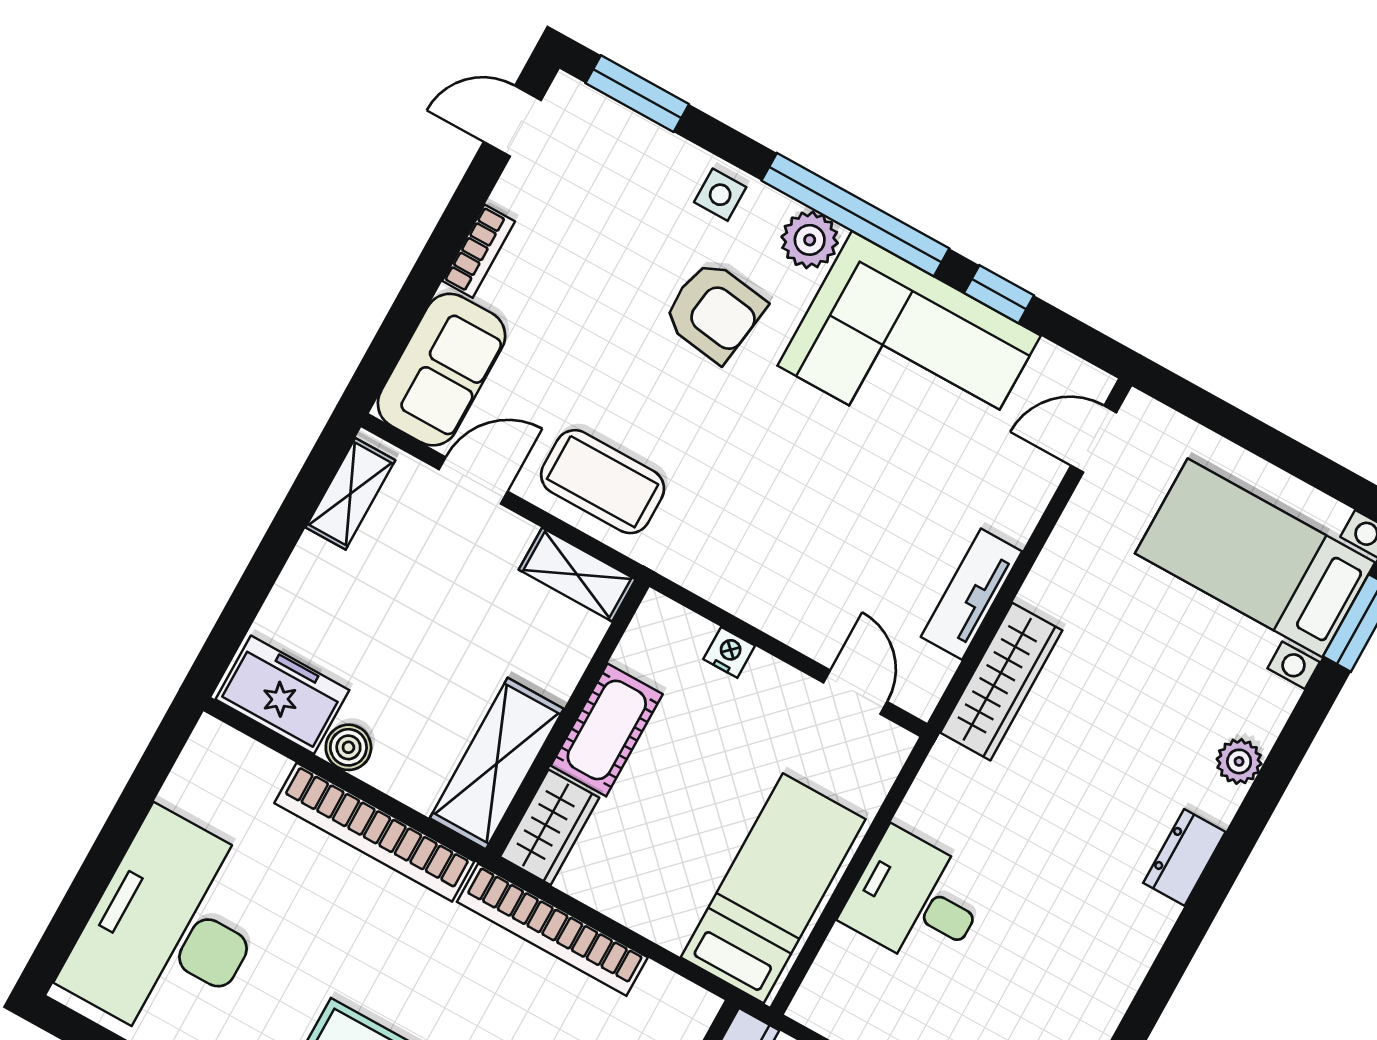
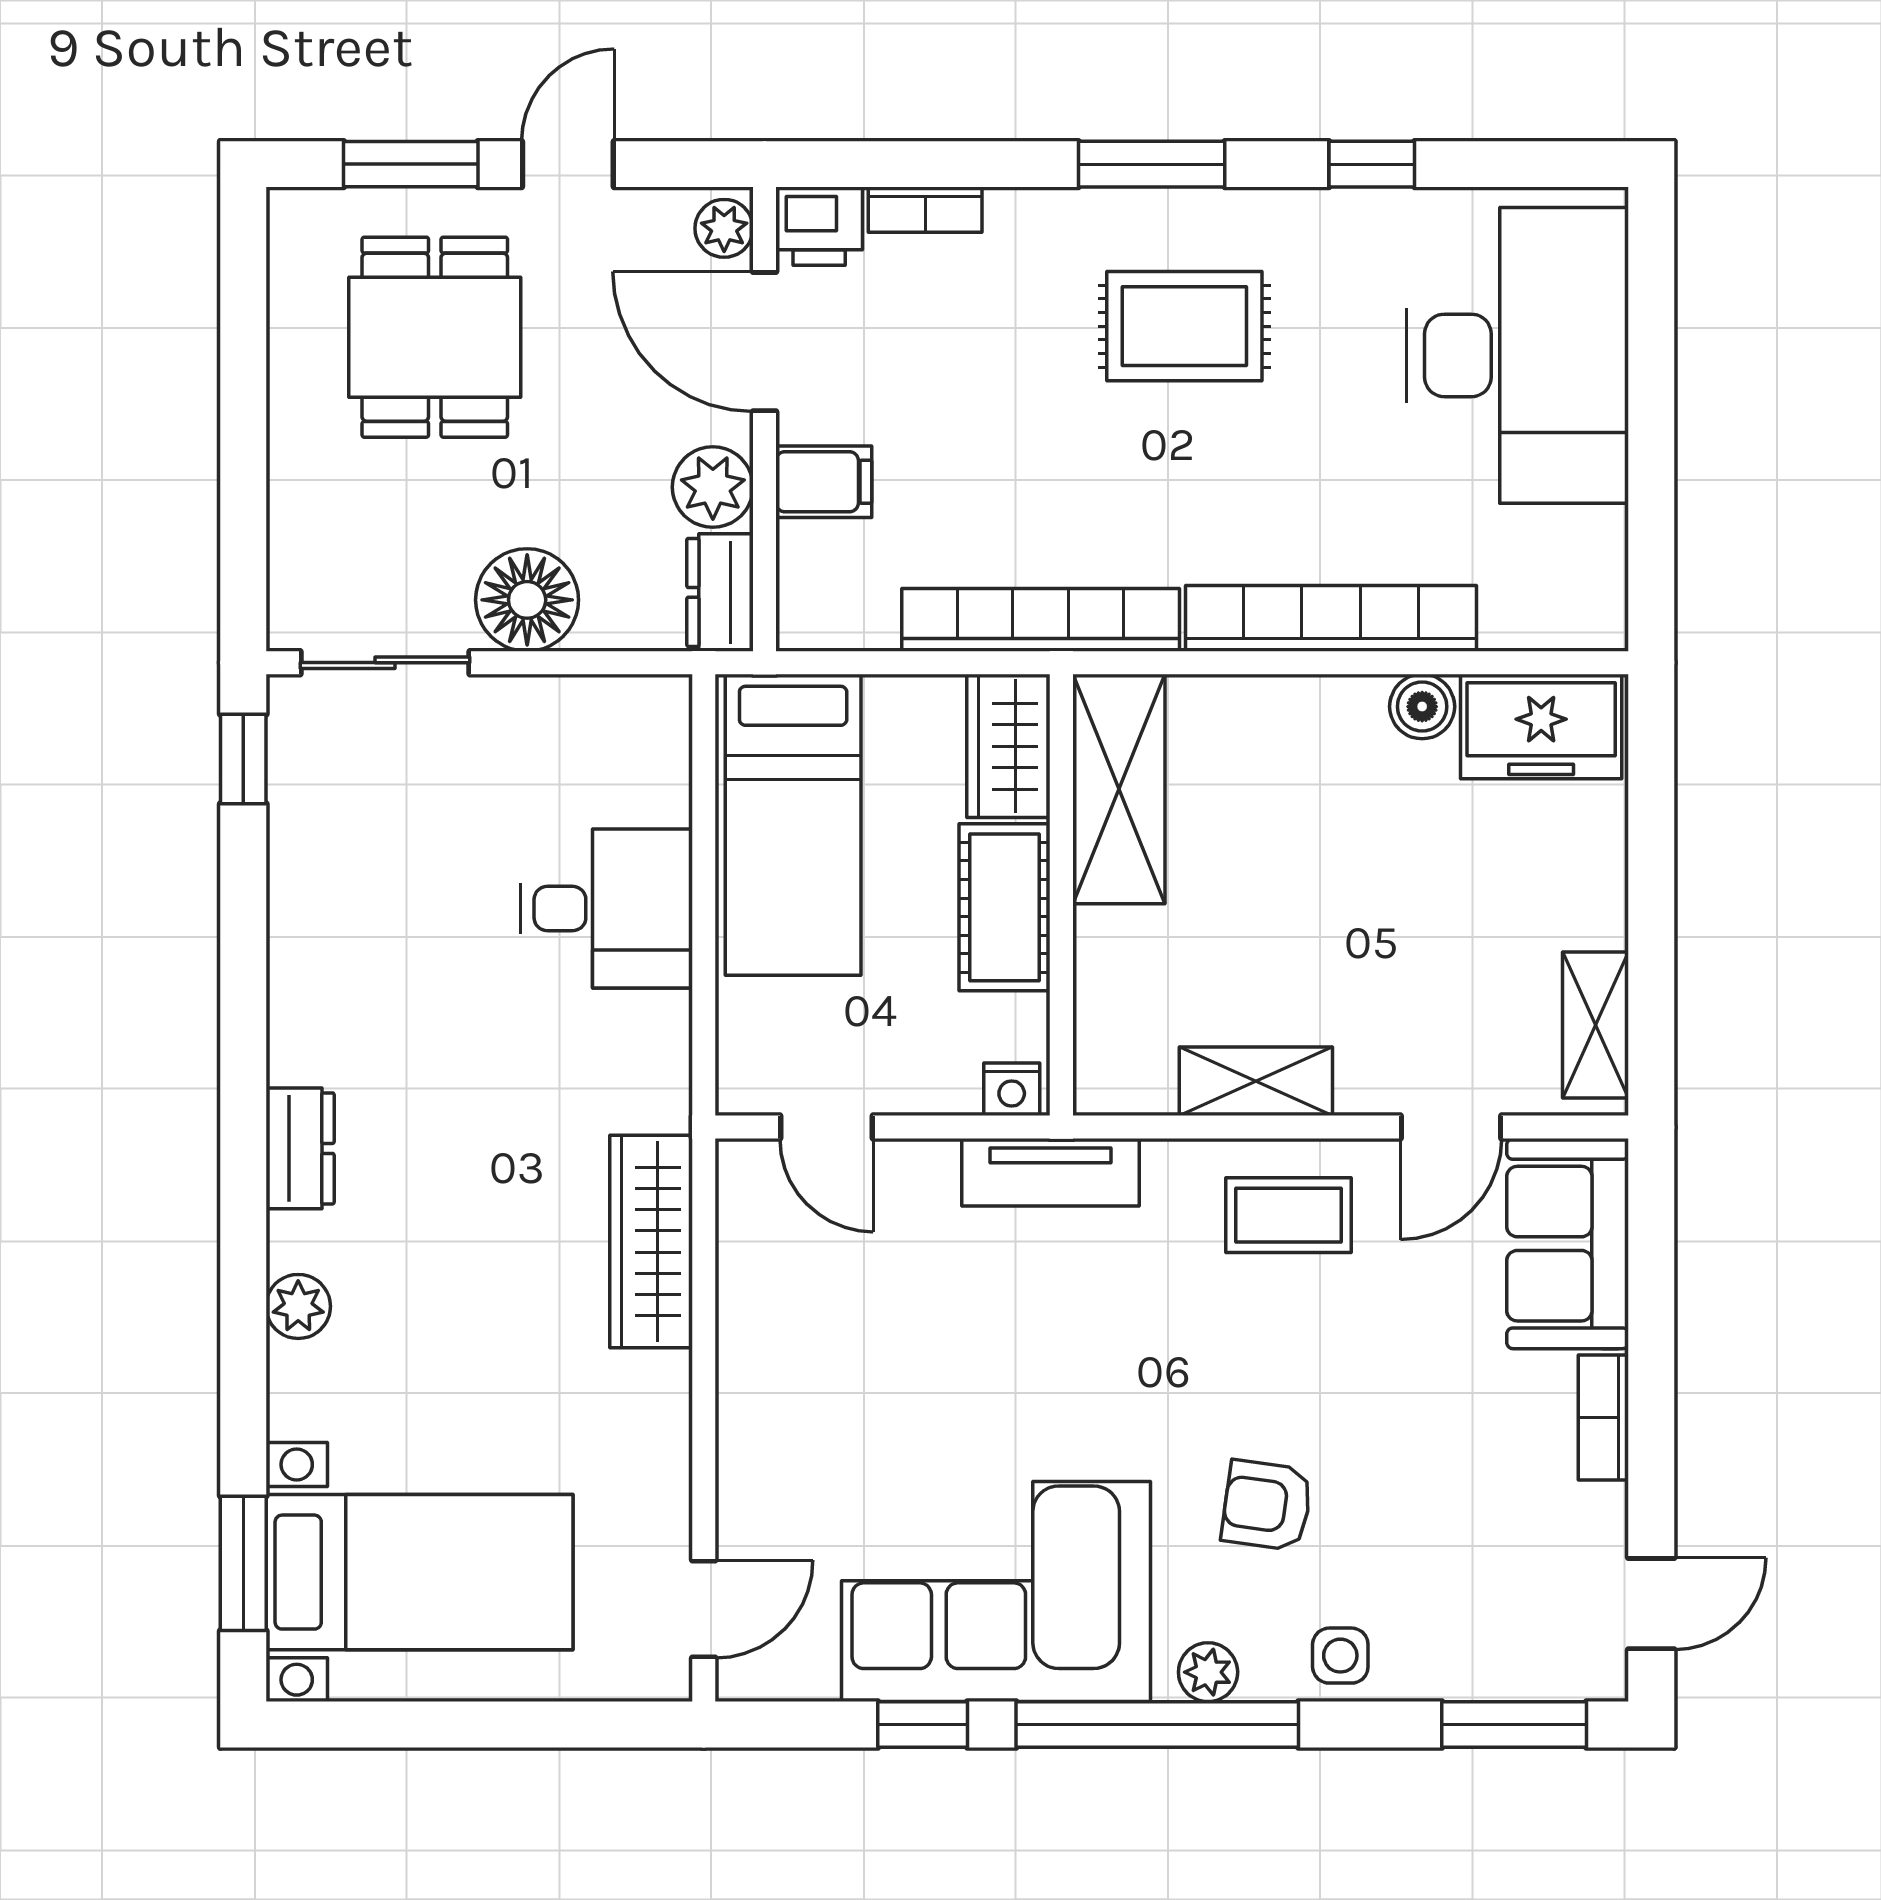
plant: (810, 240) -> (1208, 1672), width x0.73, depth x0.73
armchair: (714, 311) -> (1267, 1505), width x0.72, depth x0.72
coffee table: (603, 482) -> (1288, 1215), width x0.73, depth x0.77
tv unit: (971, 594) -> (1050, 1172), moved, turned 90
wall: (568, 718) -> (1061, 895), moved
cot: (607, 730) -> (1005, 907), moved
shelving: (497, 764) -> (1119, 789), moved
wardrobe: (550, 827) -> (1008, 746), moved

